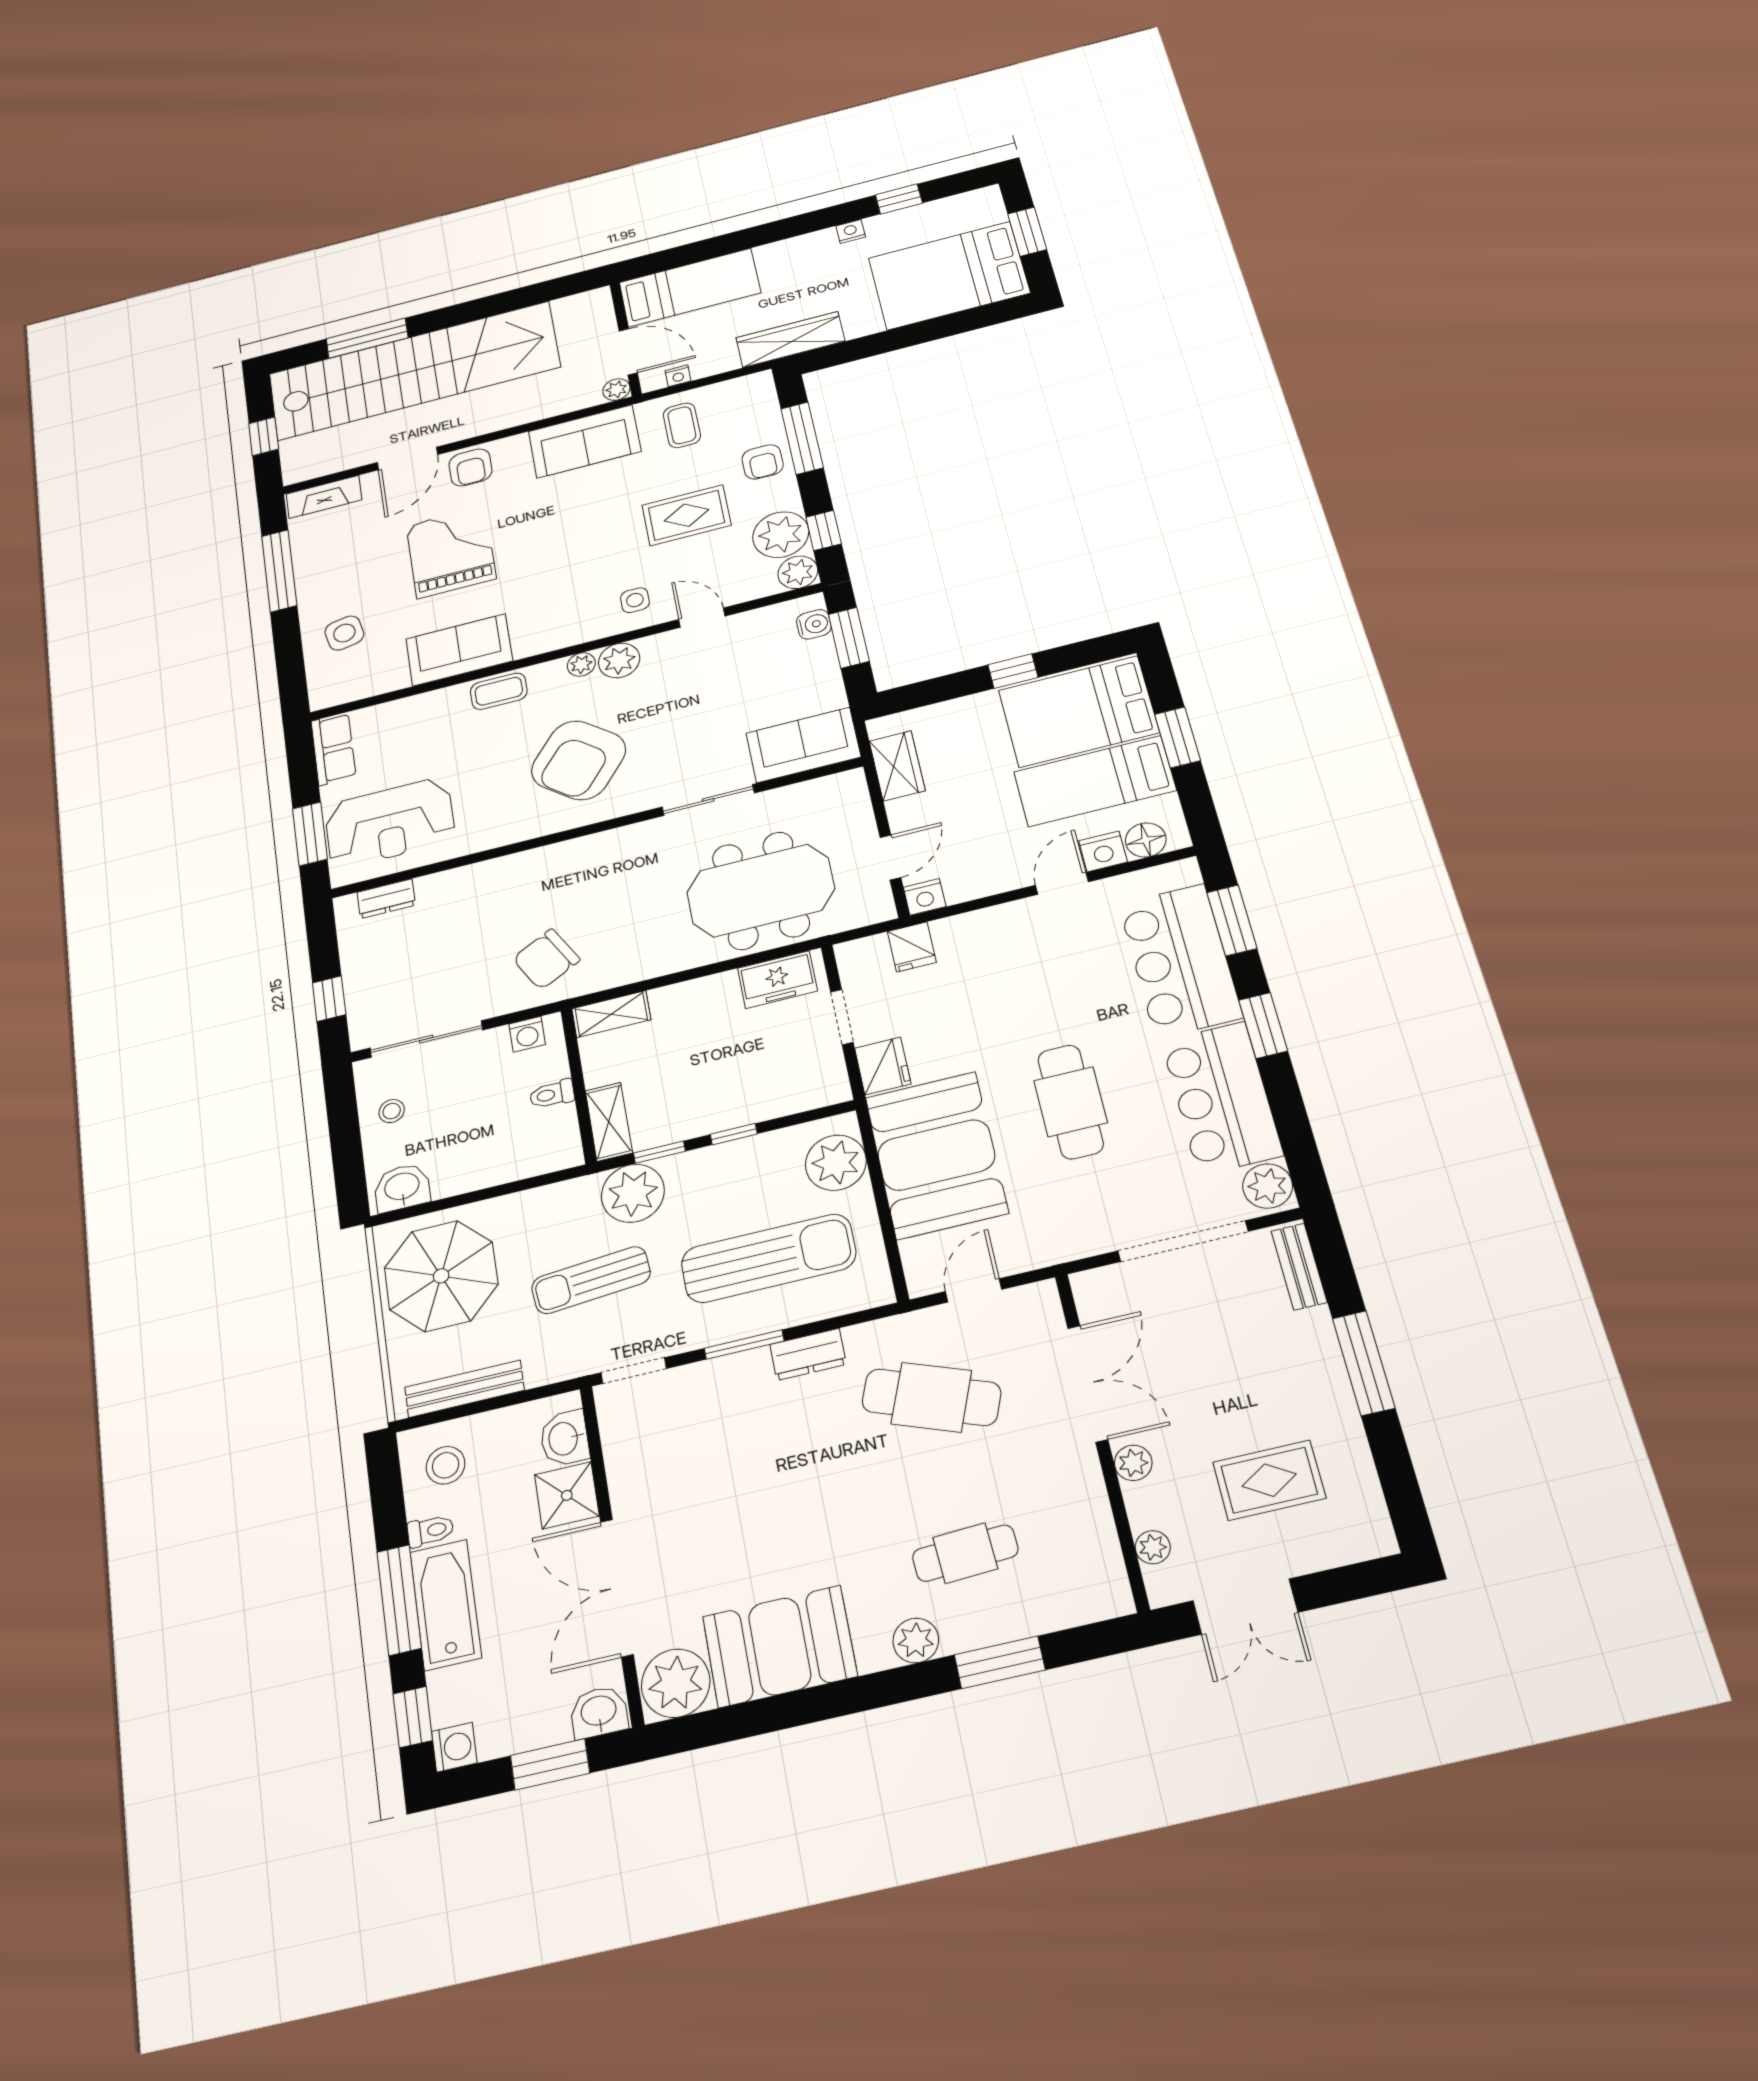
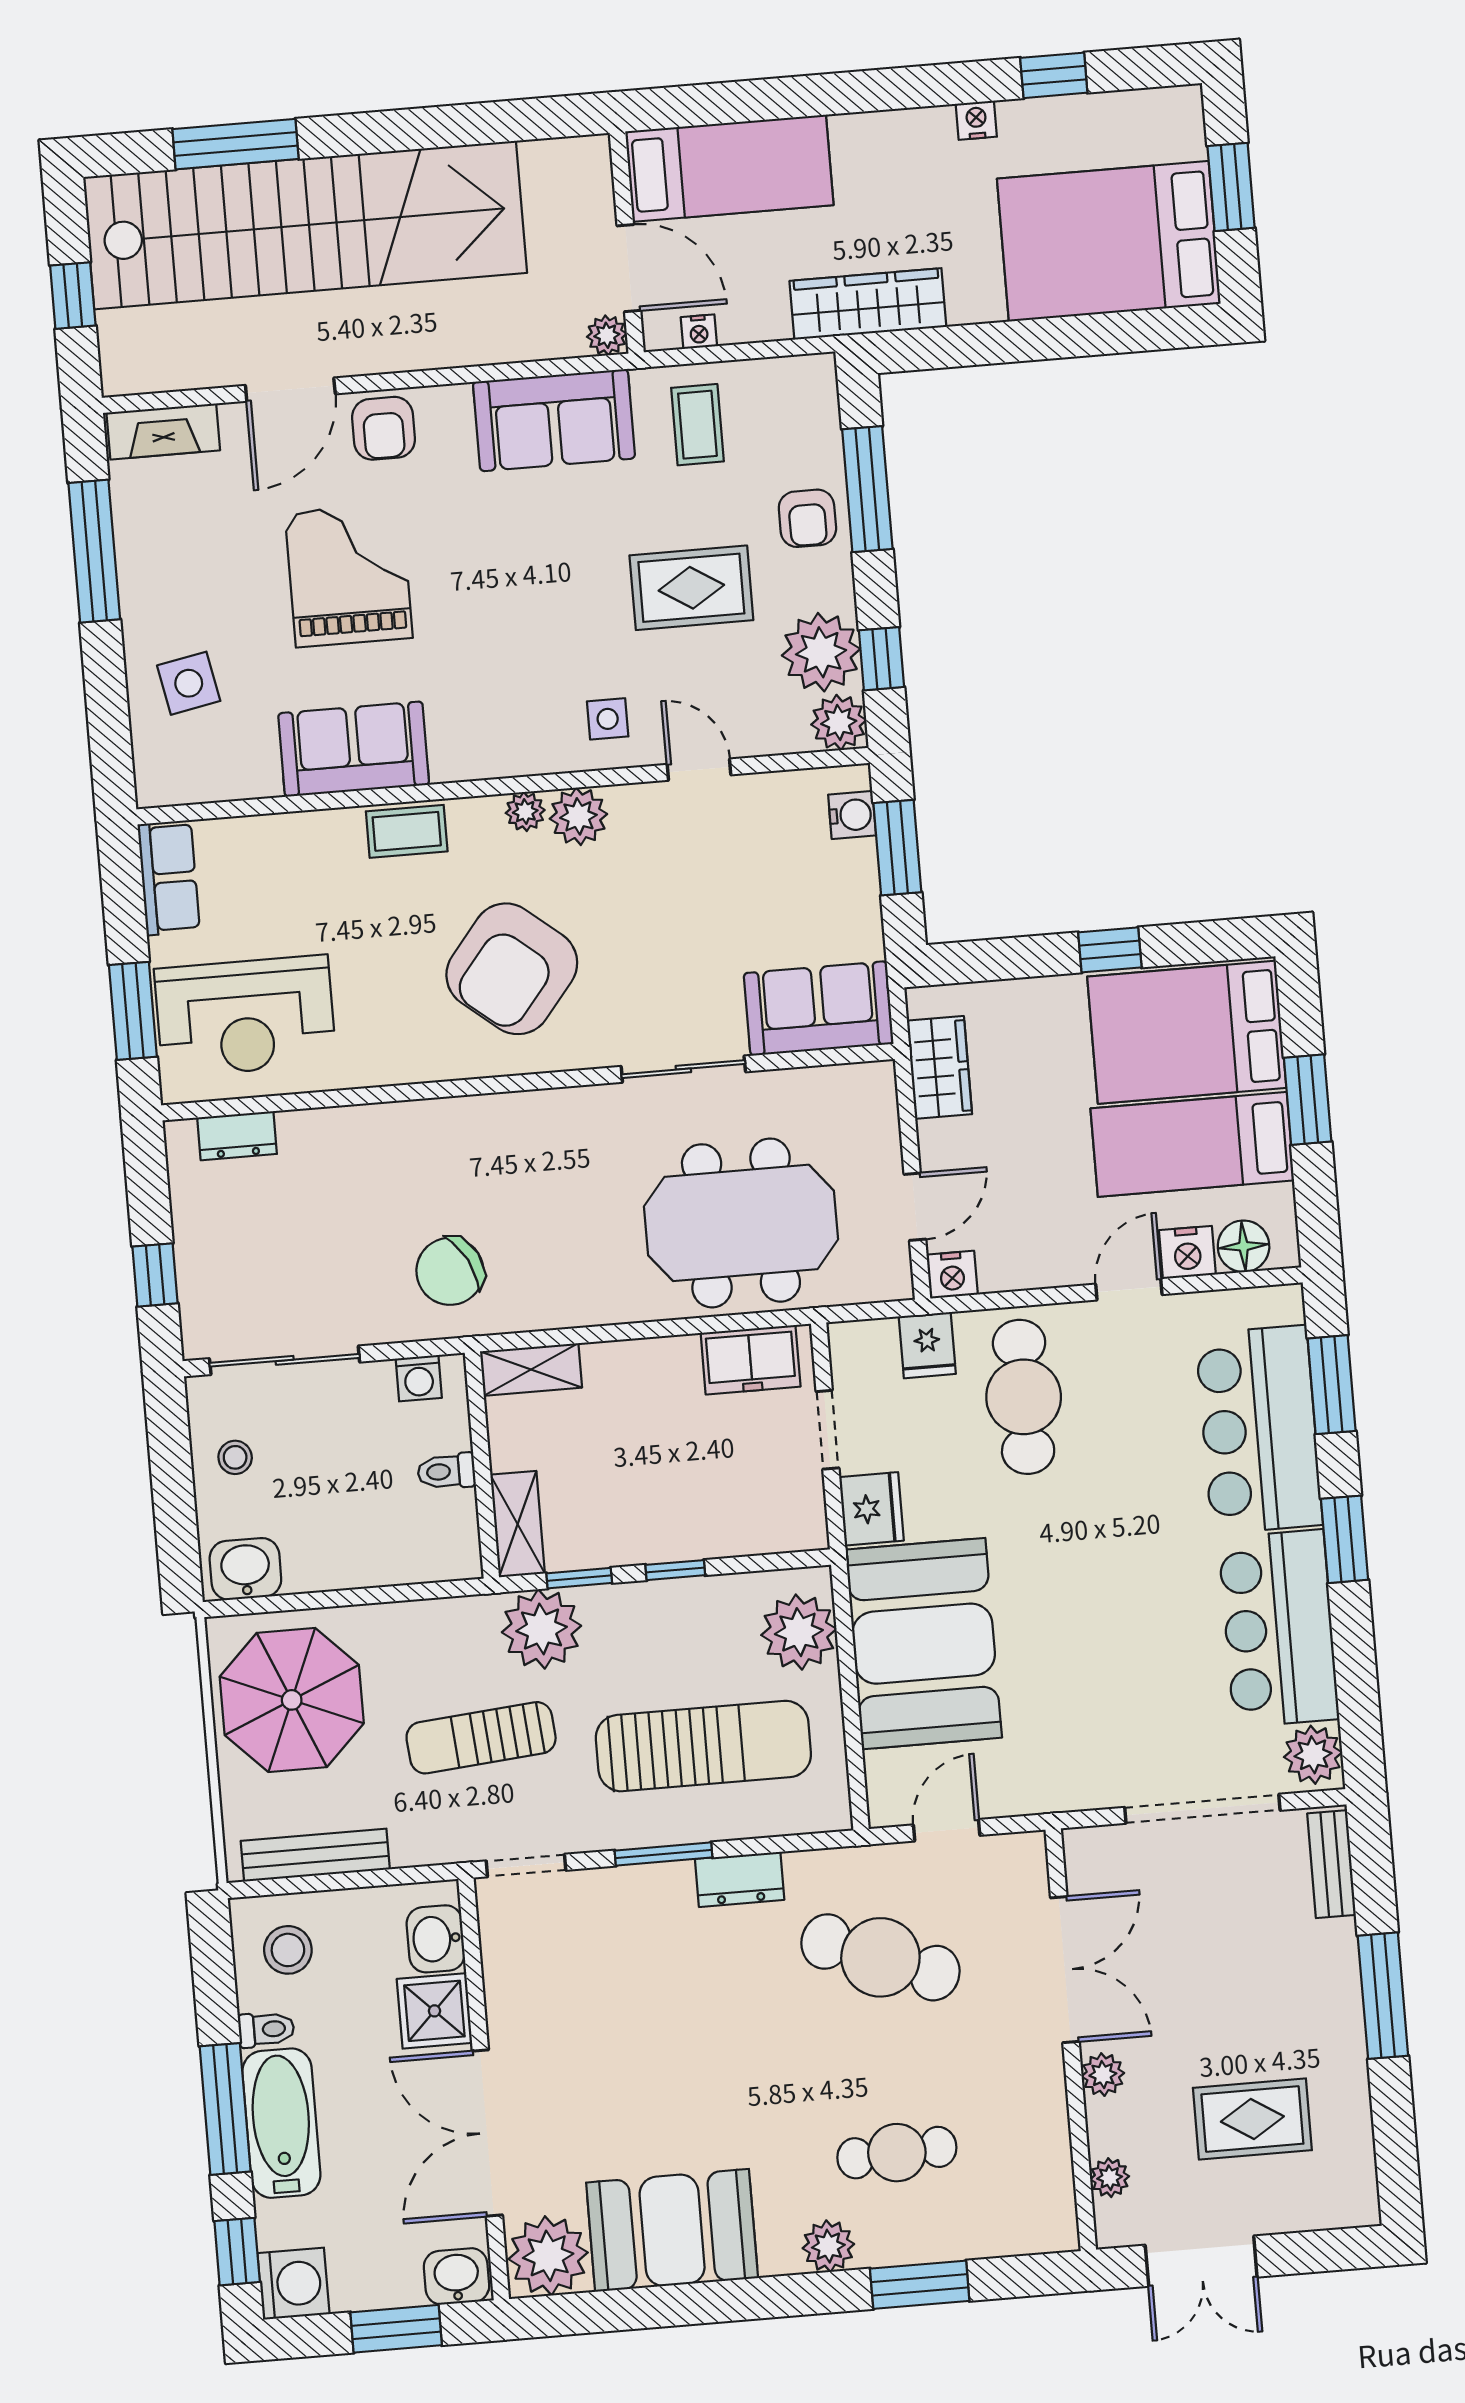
cafe table: (1071, 1102) -> (1024, 1397), moved
washing machine: (454, 1747) -> (293, 2284), width x1.38, depth x1.38

